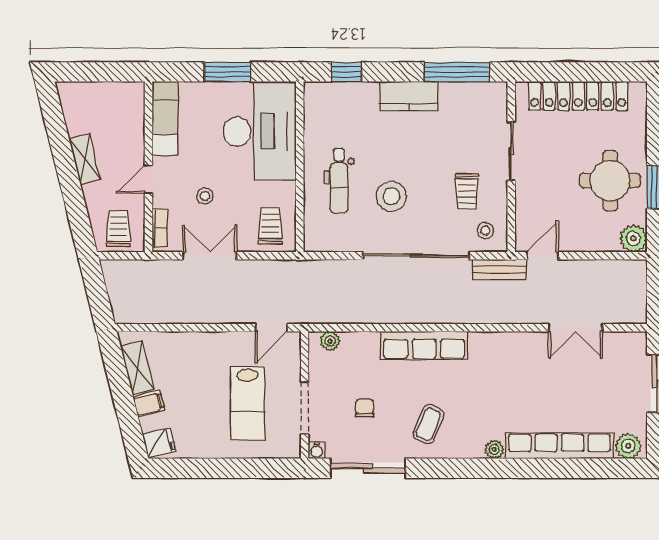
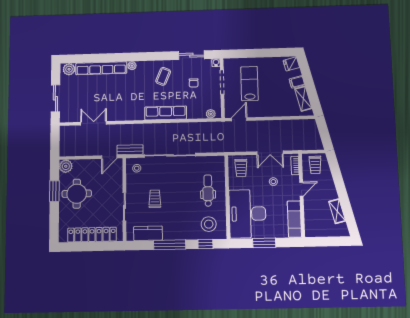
window: (457, 72) -> (170, 245), moved
kitchen counter: (409, 96) -> (148, 233), moved
shelving: (85, 159) -> (337, 211), moved
trolley: (467, 192) -> (155, 199), moved
stool: (391, 196) -> (209, 224), moved
sliding door: (368, 468) -> (191, 55), width x0.73

